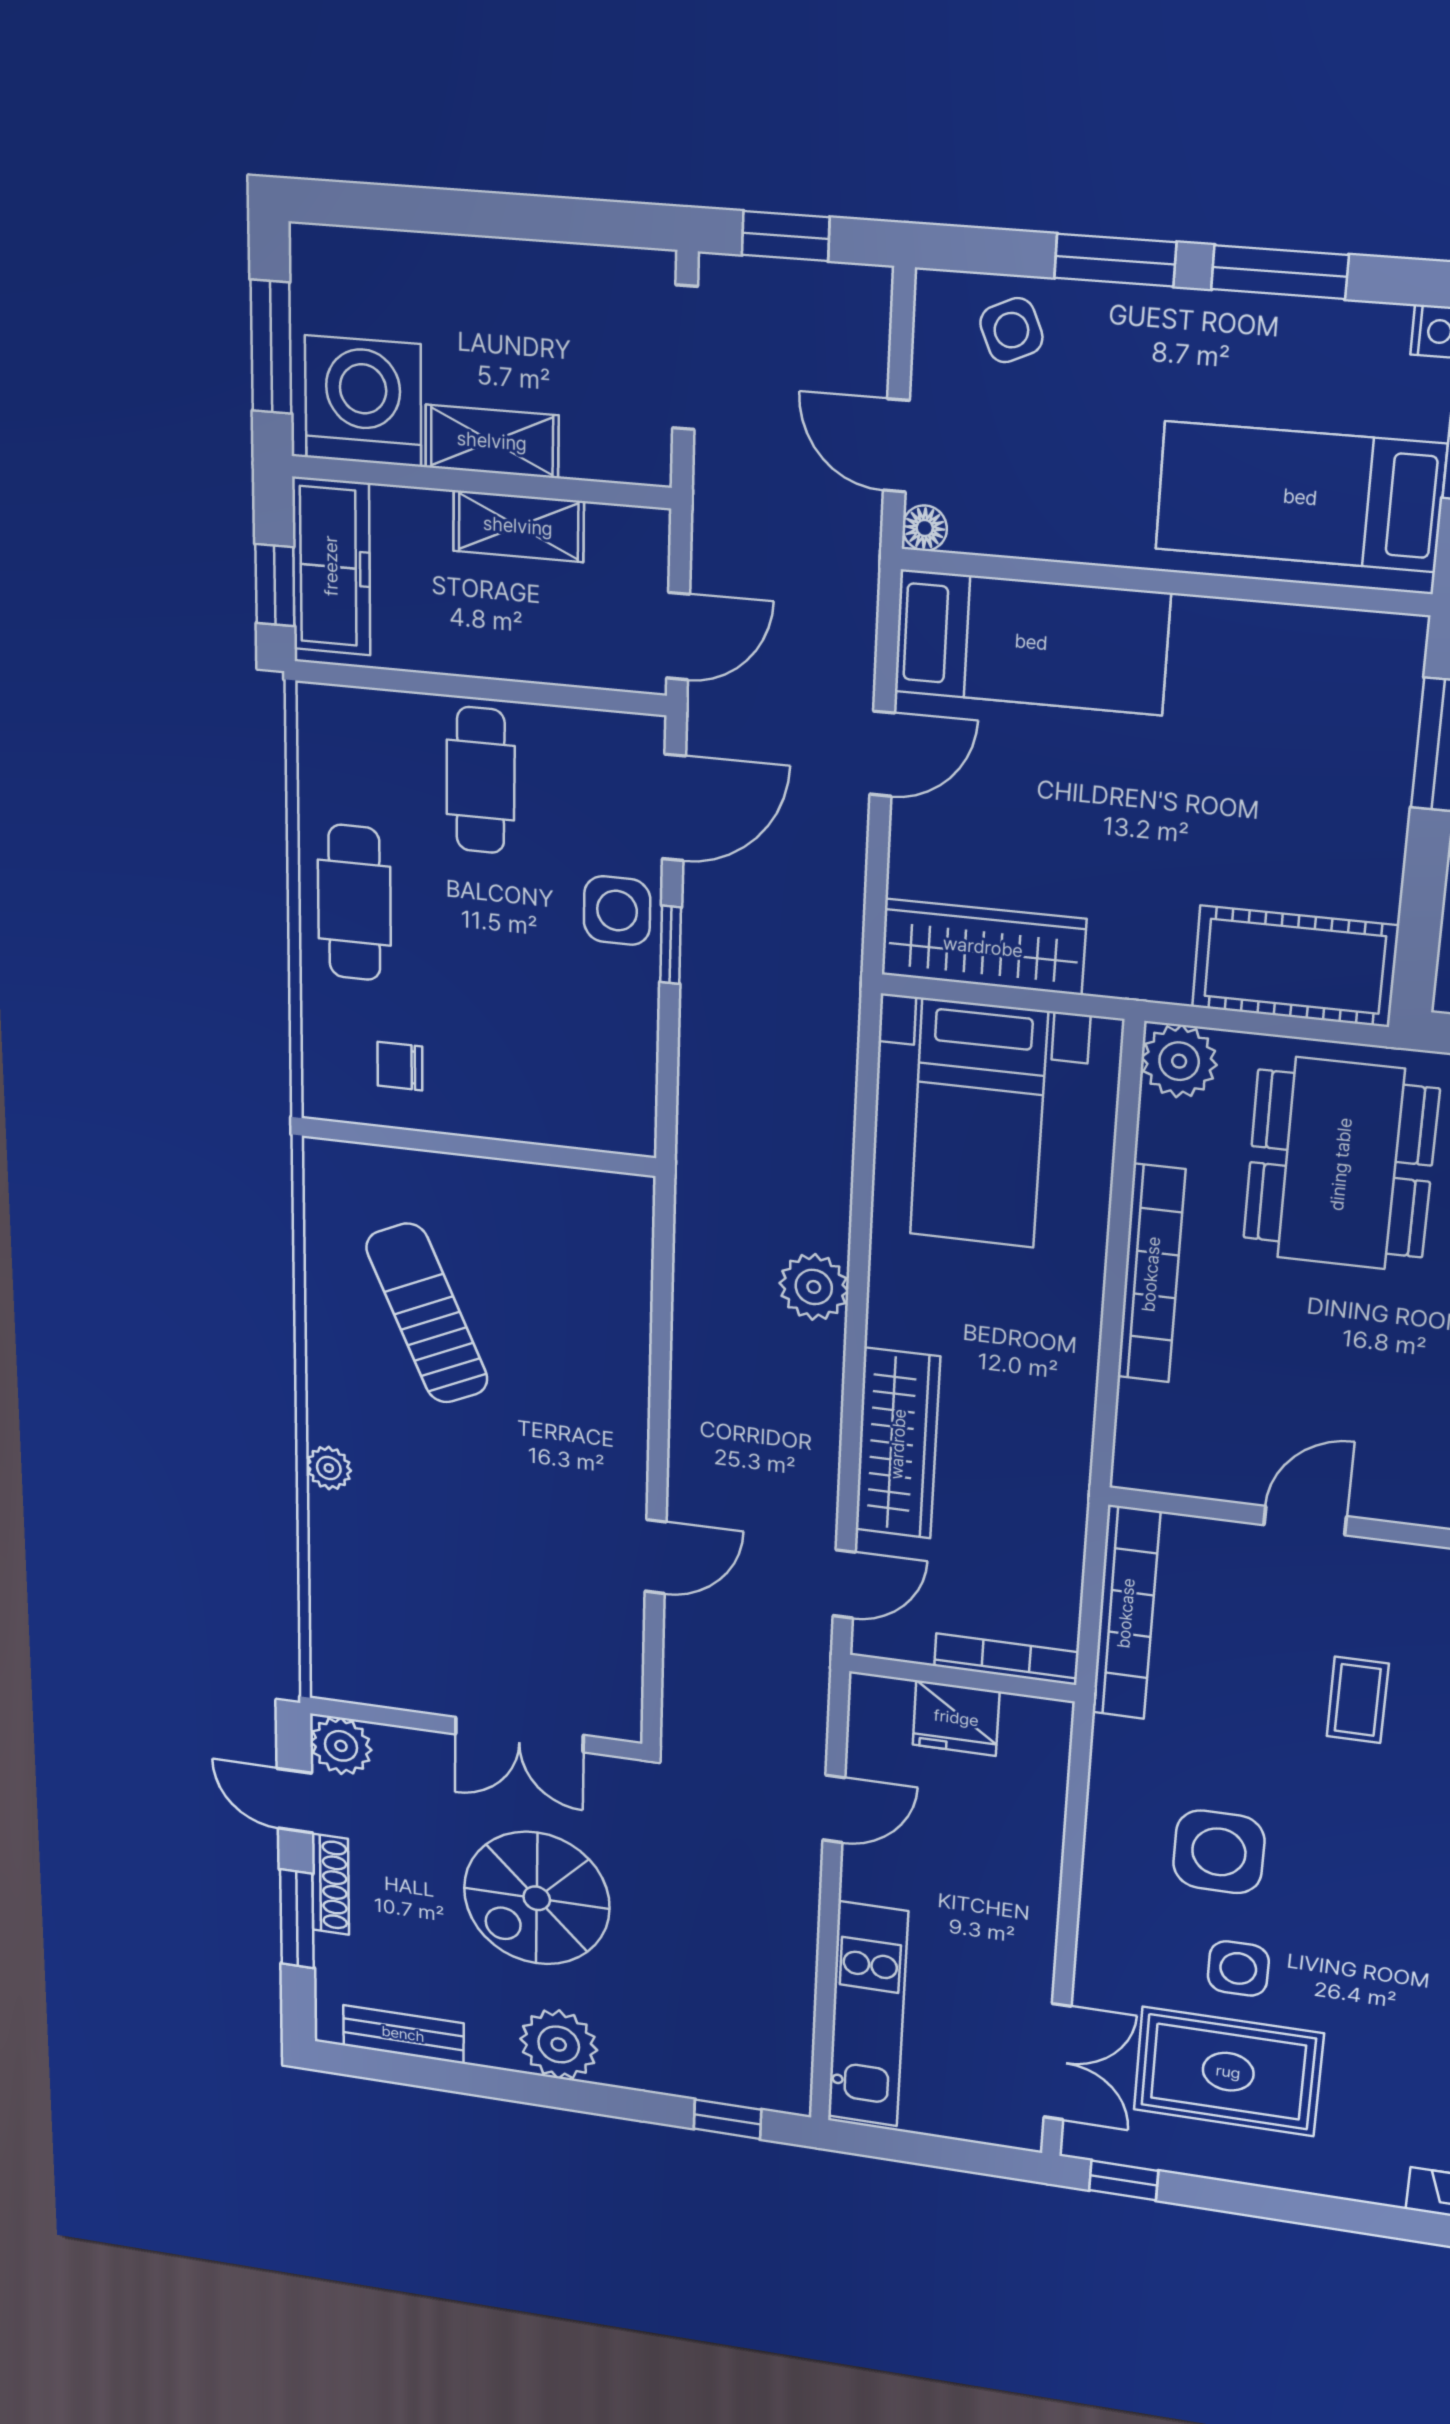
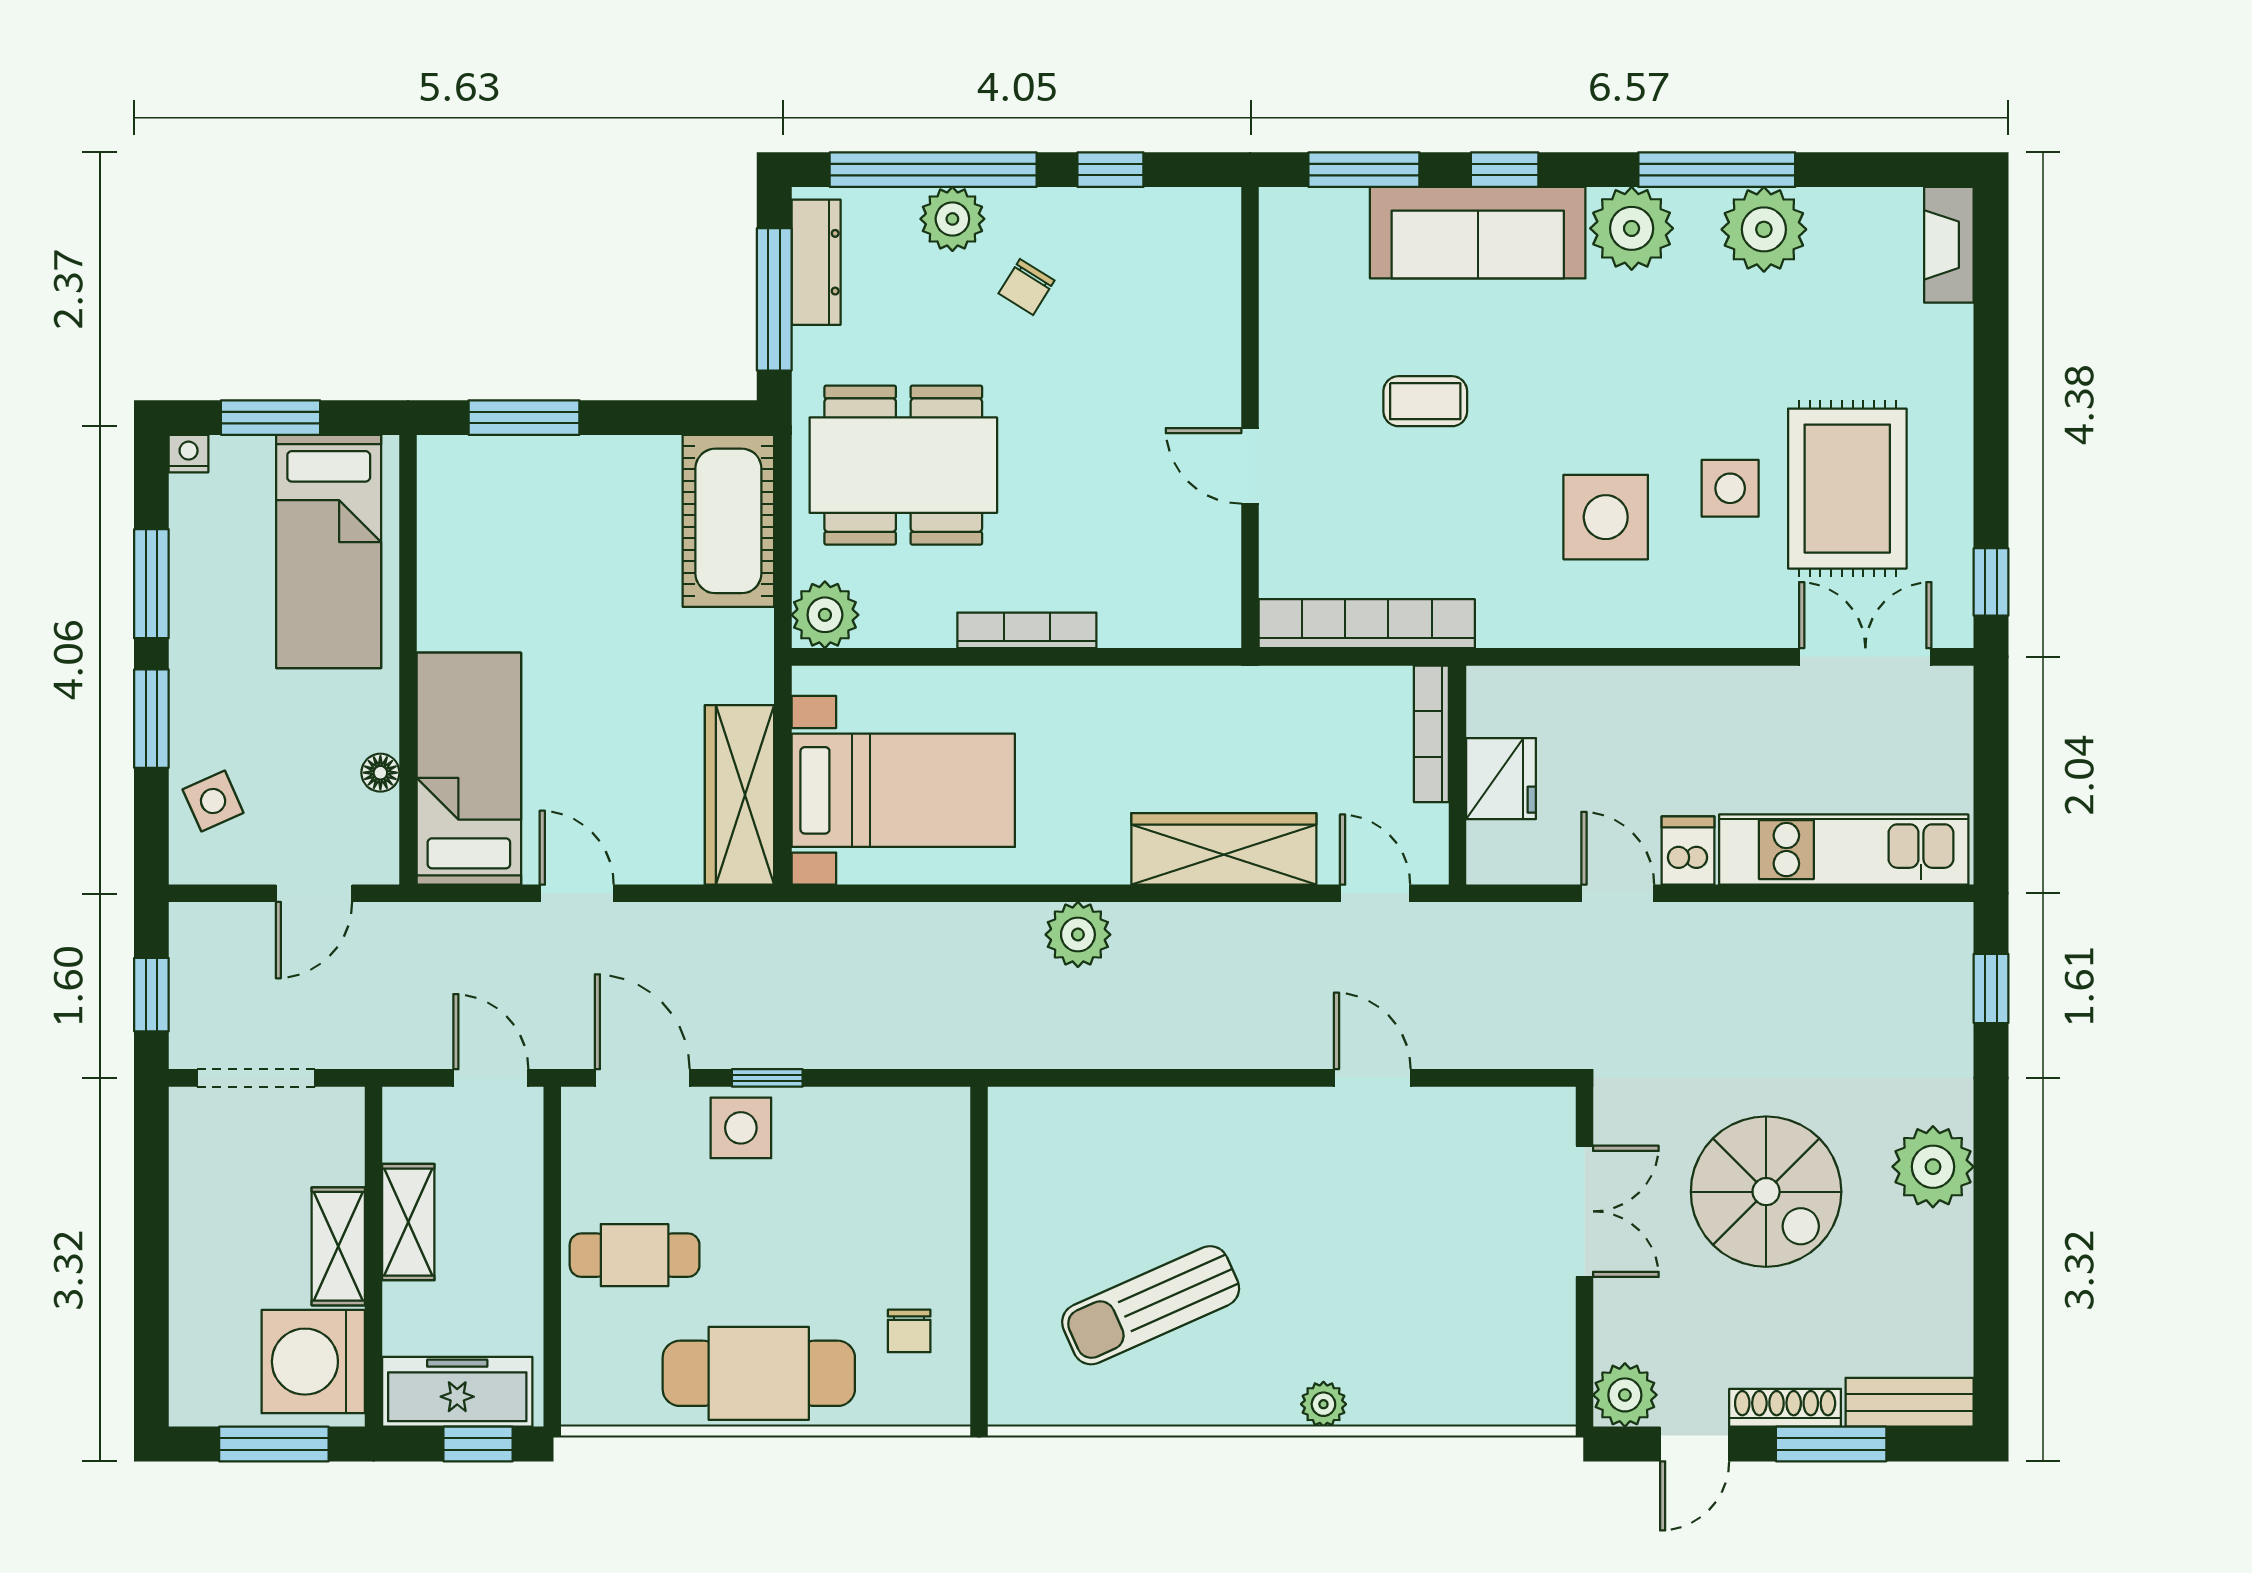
floor lamp: (925, 528) -> (380, 773), moved
cafe table: (354, 903) -> (759, 1373), width x1.37, depth x1.35
bookcase: (1151, 1274) -> (1027, 630), width x0.68, depth x0.76
dishwasher: (874, 1878) -> (1688, 851), added
bench: (403, 2034) -> (1910, 1402), moved, turned 90

